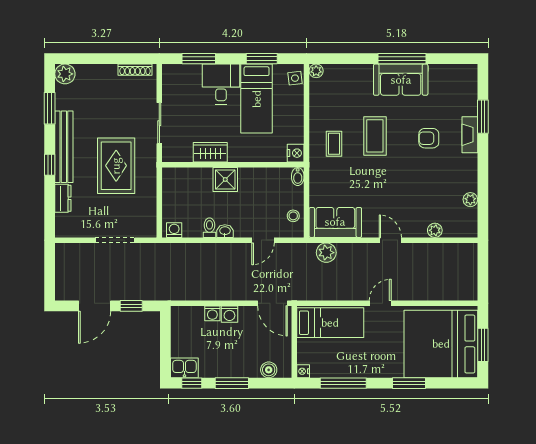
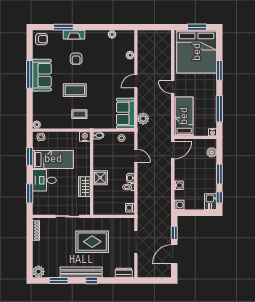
armchair: (462, 79) -> (41, 39), added
dresser: (63, 198) -> (124, 273), moved
door: (95, 306) -> (174, 254), swing flipped
washing machine: (229, 314) -> (179, 205), moved

